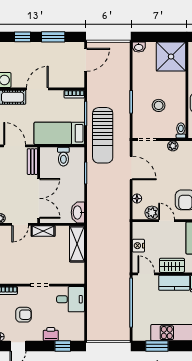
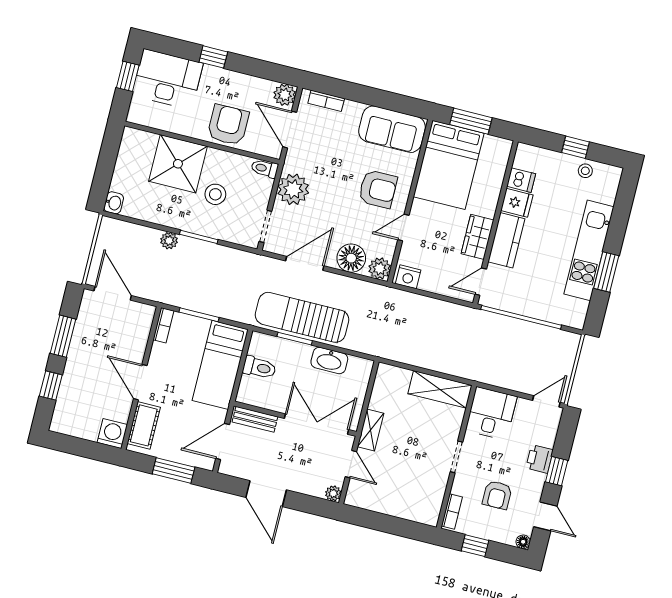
shower: (171, 57) -> (178, 164), moved
plant: (125, 85) -> (169, 241), added
sun lounger: (103, 135) -> (302, 317), moved, turned 180
plant: (173, 146) -> (293, 189), width x1.87, depth x1.87
floor lamp: (137, 199) -> (351, 258), width x1.89, depth x1.89
washbasin: (78, 212) -> (329, 361), moved
plant: (152, 213) -> (380, 268), moved
shelving: (77, 244) -> (440, 389), moved
nightstand: (138, 246) -> (408, 277), moved
armchair: (23, 315) -> (497, 495), turned 180
door: (86, 330) -> (546, 401), added
window: (63, 346) -> (557, 471), moved
window: (157, 346) -> (606, 272), moved

